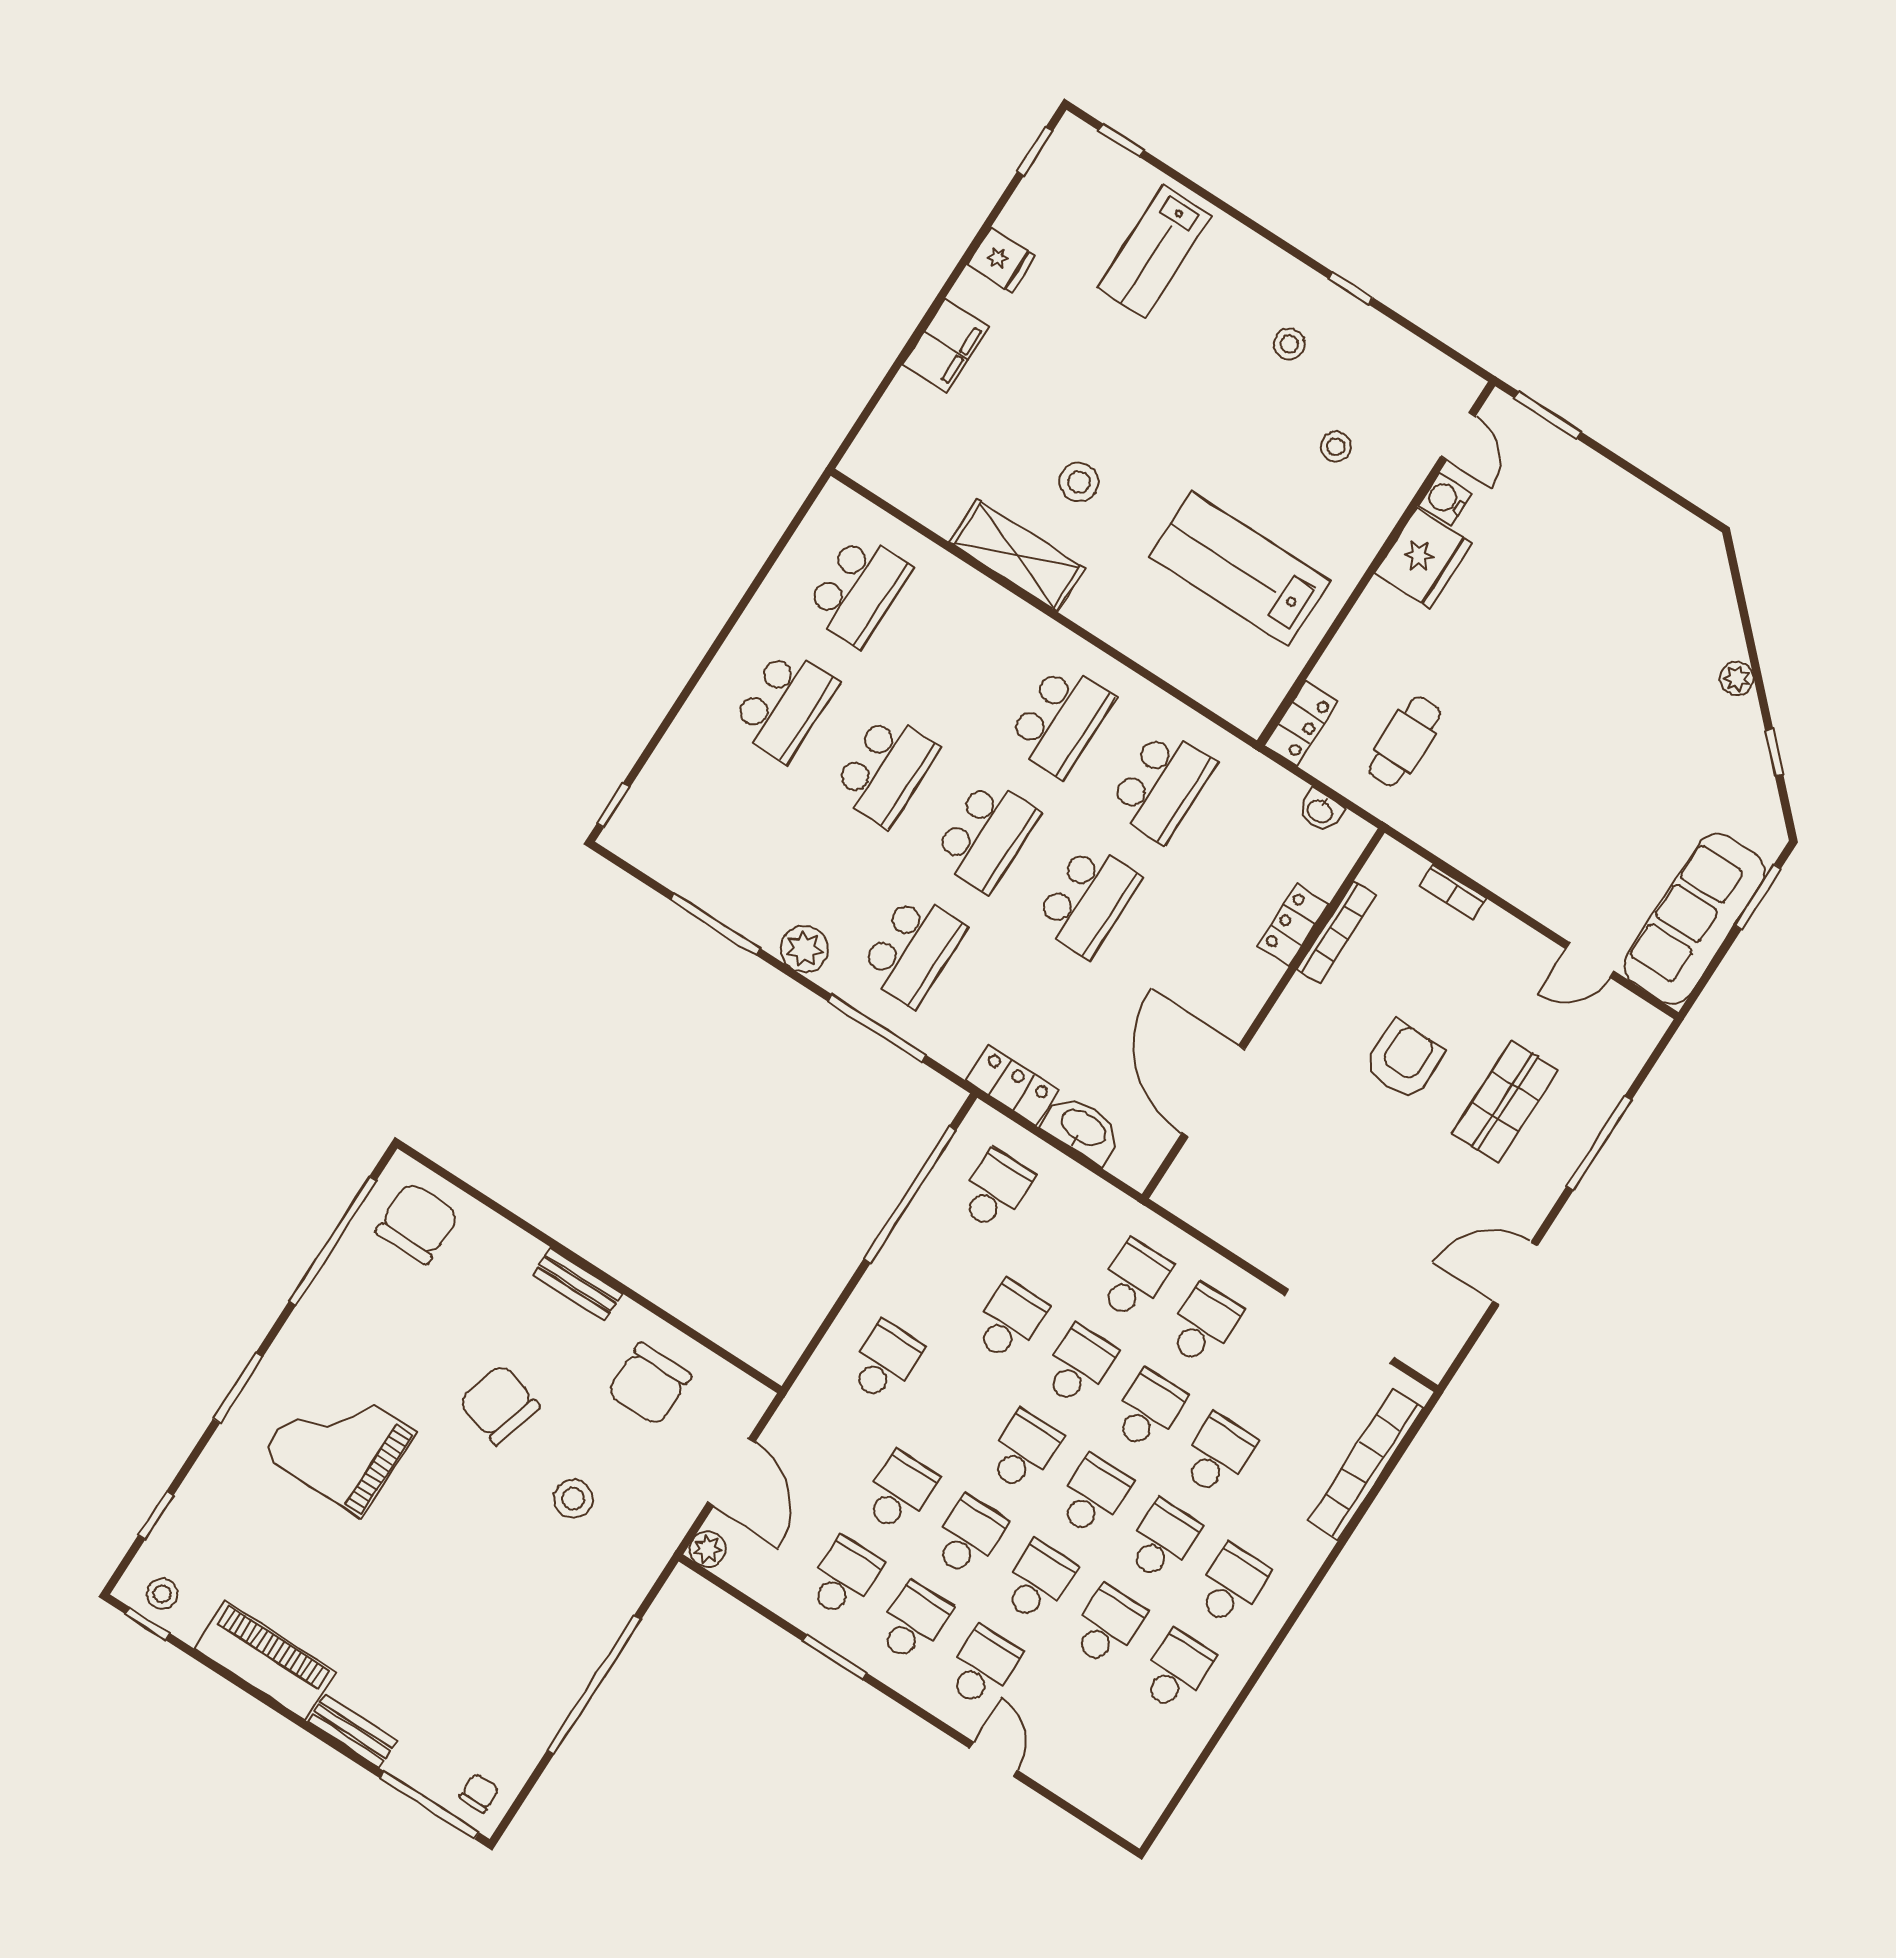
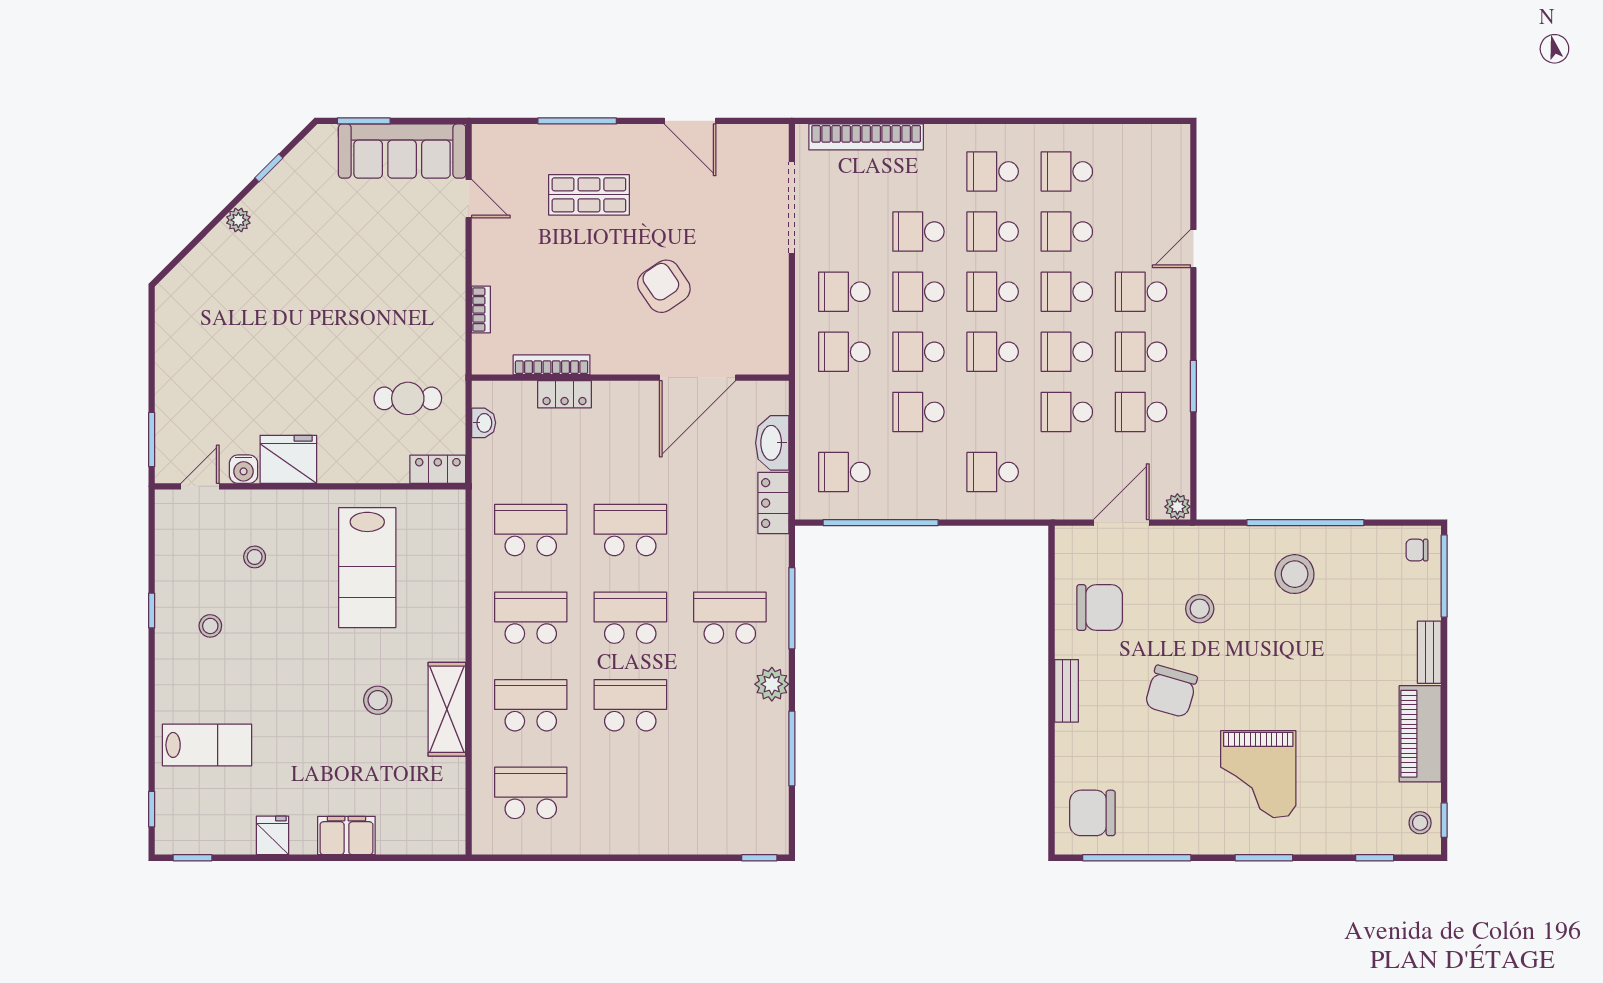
school desk: (784, 705) -> (531, 705), moved
armchair: (1404, 1060) -> (664, 286), moved, turned 56
stool: (543, 1634) -> (1295, 574), added

